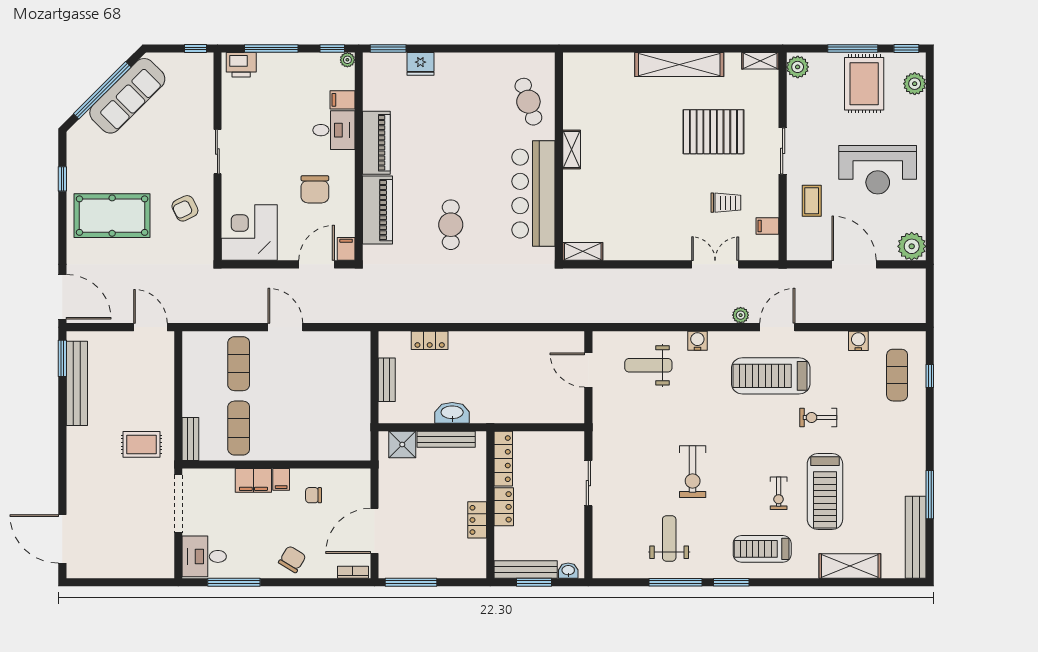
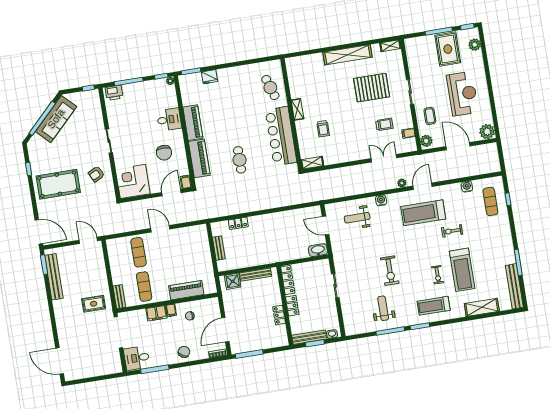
plant: (798, 67) -> (426, 141), moved
filing cabinet: (342, 100) -> (171, 103), removed
reception desk: (878, 170) -> (462, 94), turned -90
trolley: (613, 192) -> (323, 129), added
washbasin: (452, 413) -> (318, 250), moved
piano: (315, 447) -> (186, 290), added

